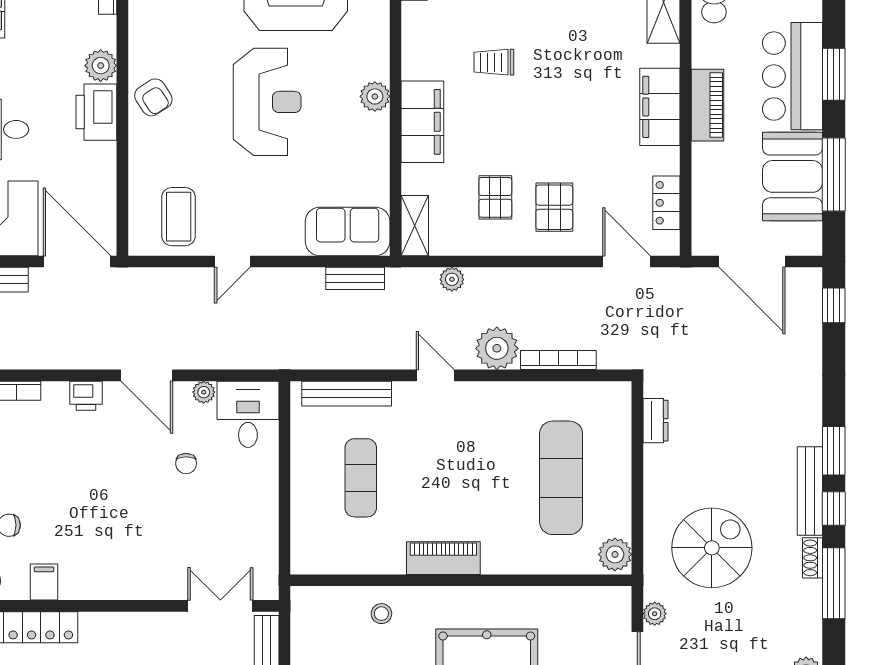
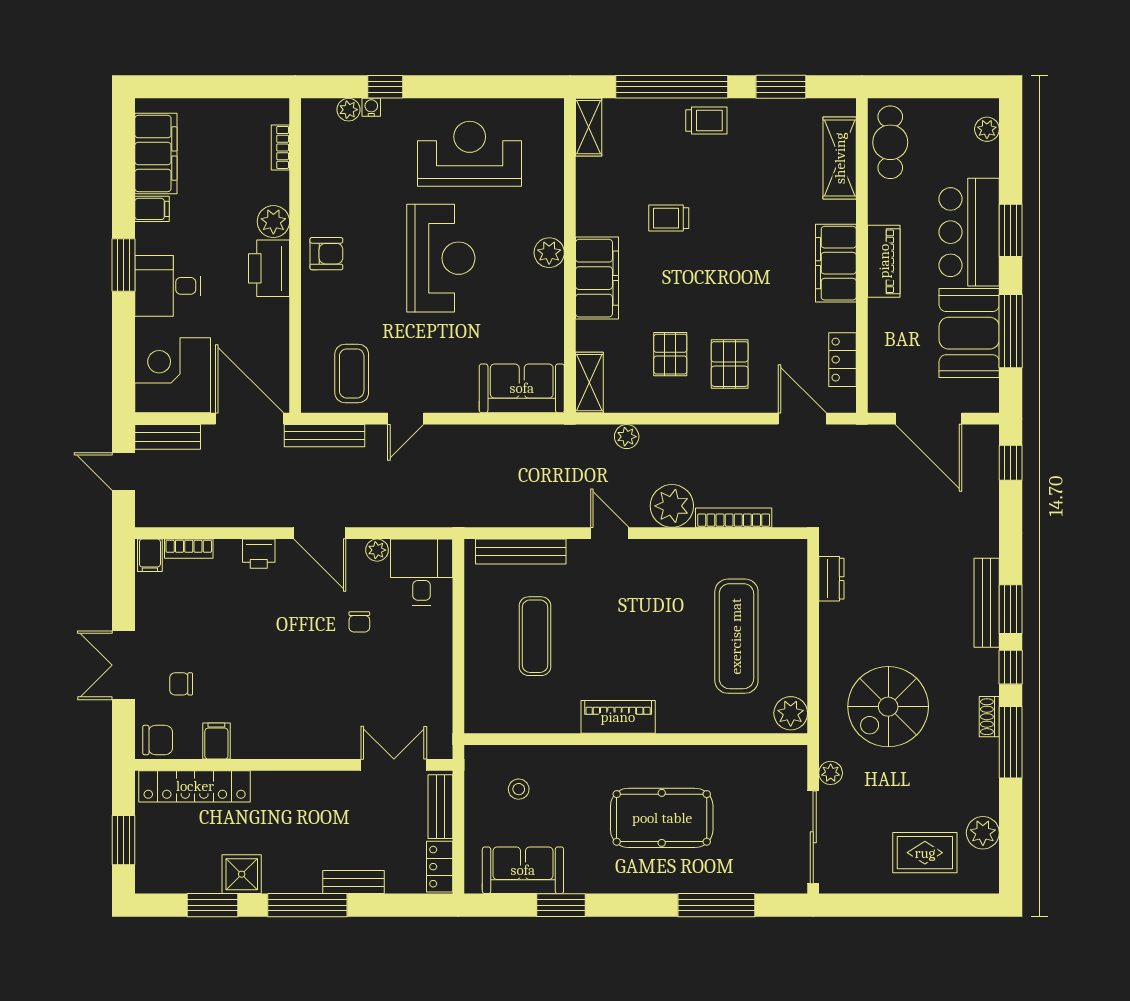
armchair: (153, 97) -> (326, 254), turned -57
bench: (355, 278) -> (325, 436), moved, width x1.36
bench: (810, 491) -> (987, 603), moved
spiral stairs: (712, 548) -> (888, 707), turned 180
stool: (381, 614) -> (519, 789), moved

